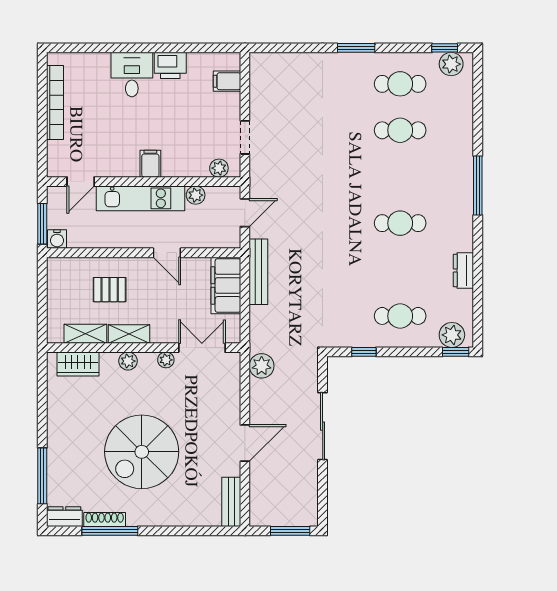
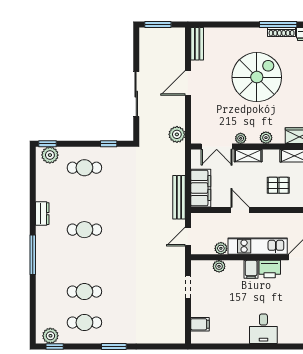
printer: (170, 65) -> (270, 269), moved, turned 180
plant: (219, 168) -> (219, 266), moved
dresser: (463, 271) -> (42, 214), moved
shelving: (129, 334) -> (248, 156), moved

